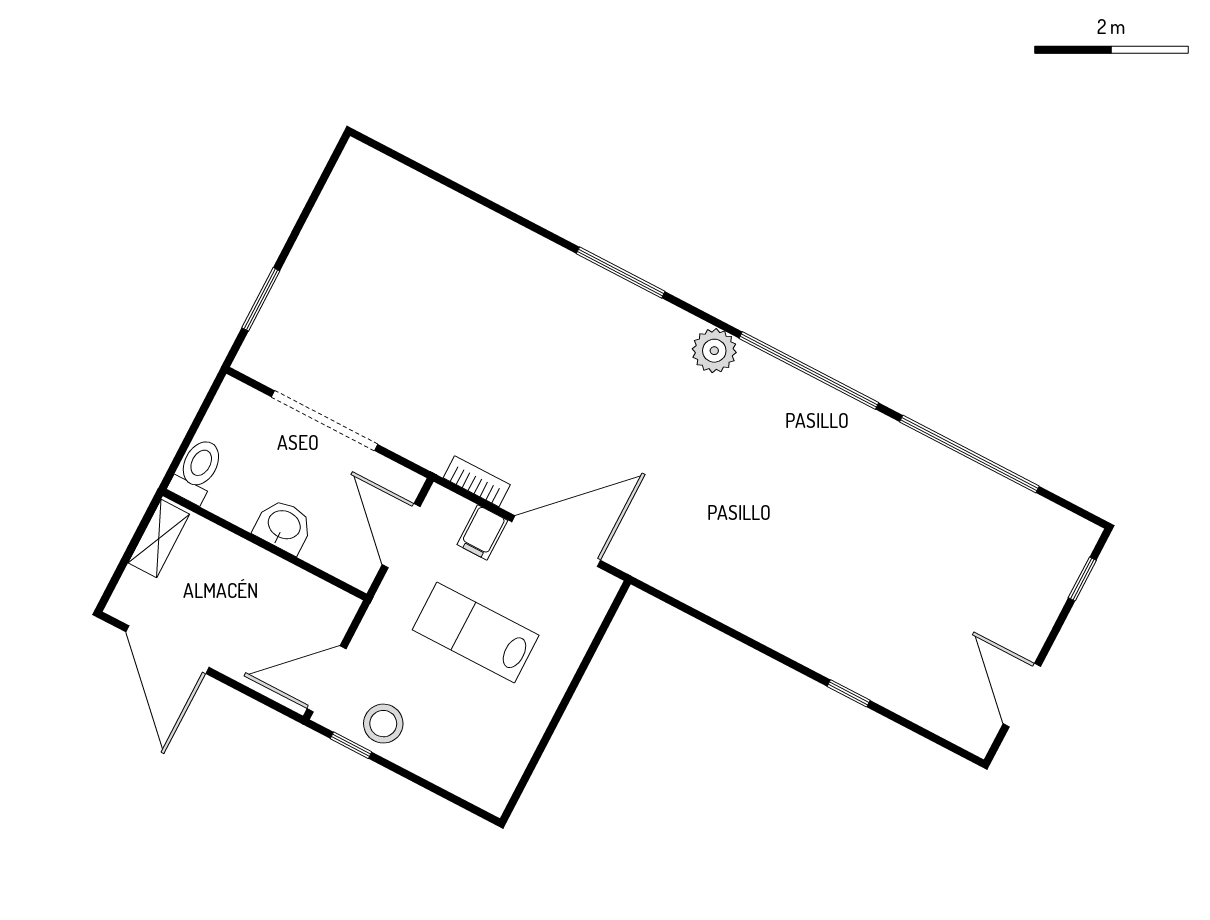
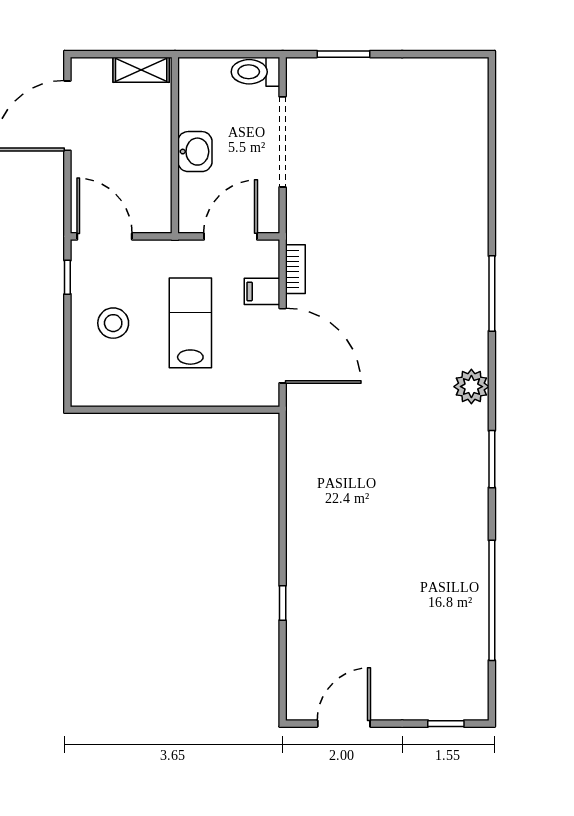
window: (809, 370) -> (492, 459), width x0.47
toilet: (197, 470) -> (255, 72), moved, turned 180
stool: (383, 724) -> (113, 323), moved

